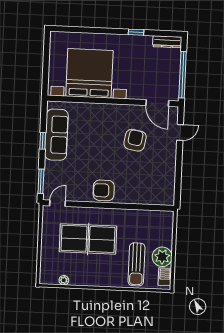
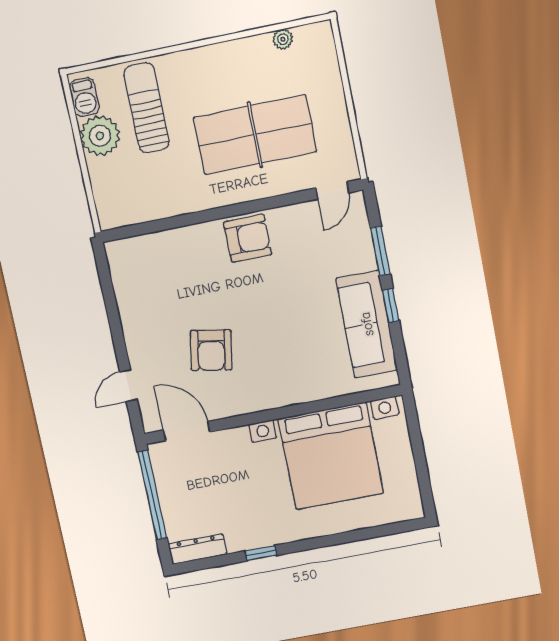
window: (41, 181) -> (380, 251), moved

